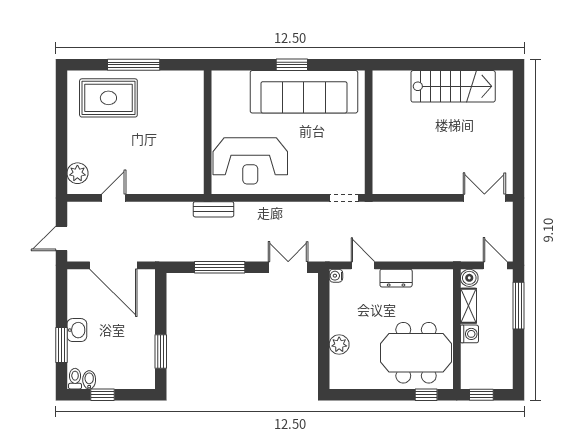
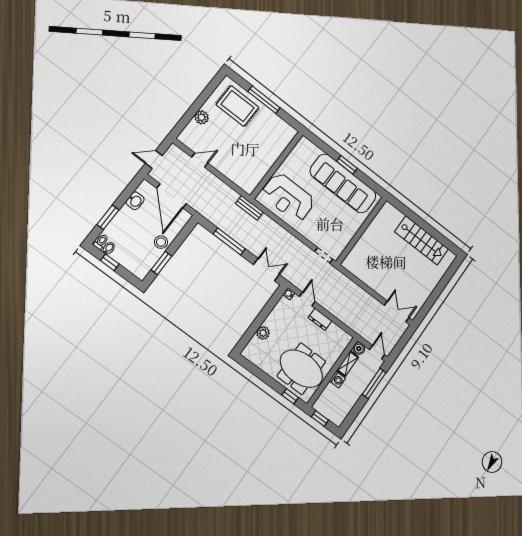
plant: (77, 173) -> (202, 117), moved
stool: (142, 328) -> (161, 242), added
washbasin: (77, 330) -> (135, 201), moved

